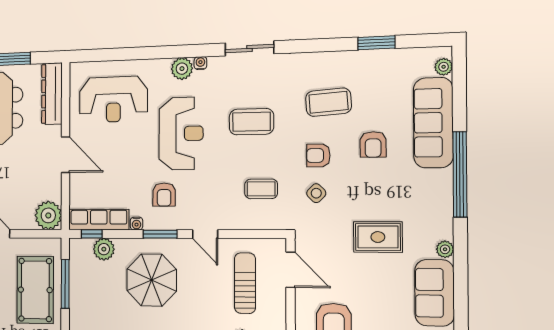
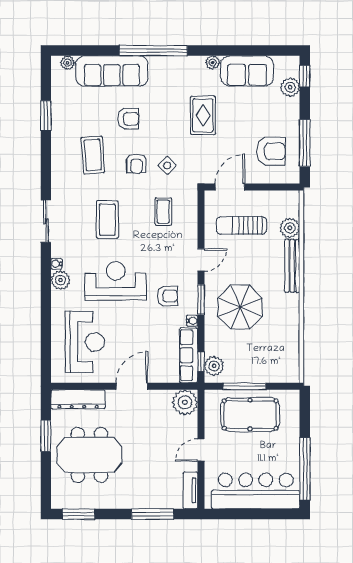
plant: (104, 249) -> (214, 366), moved

